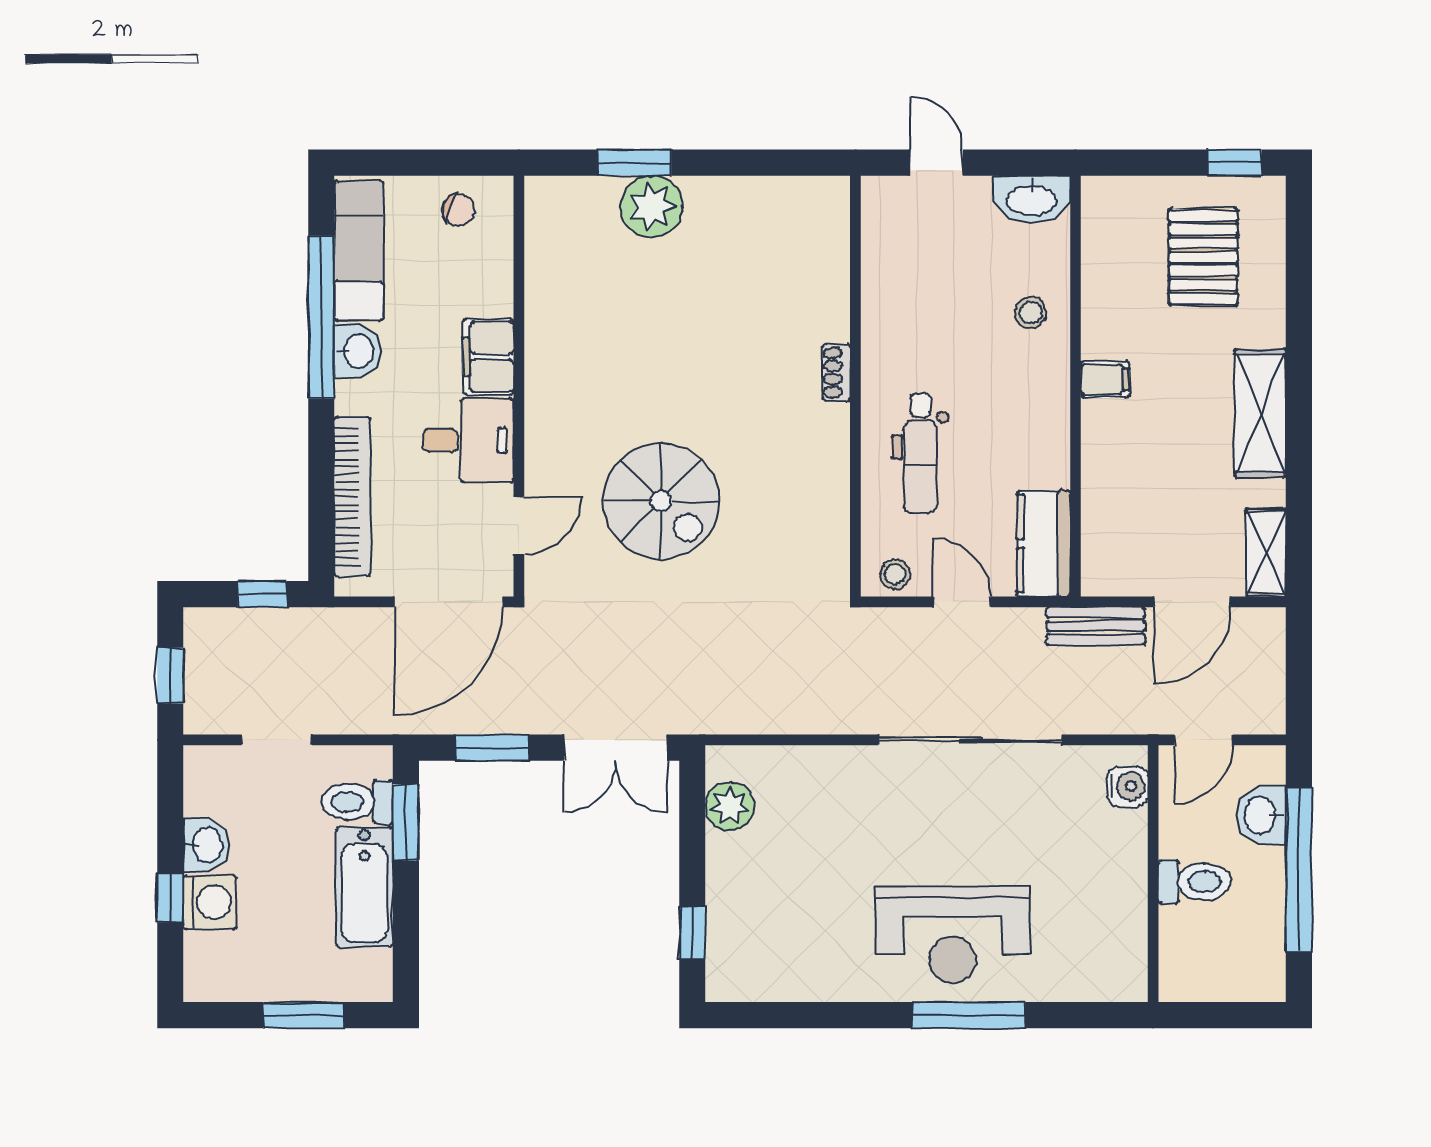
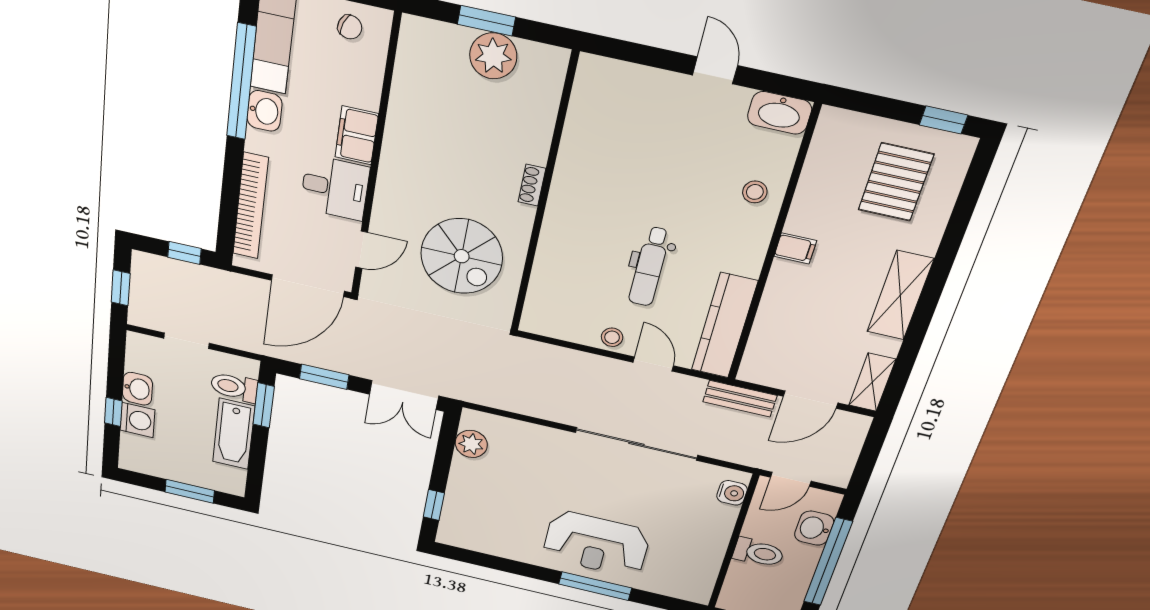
shoe rack: (836, 372) -> (532, 185), moved
wall: (855, 386) -> (543, 197), moved
kitchen counter: (1044, 544) -> (724, 326), width x1.50

